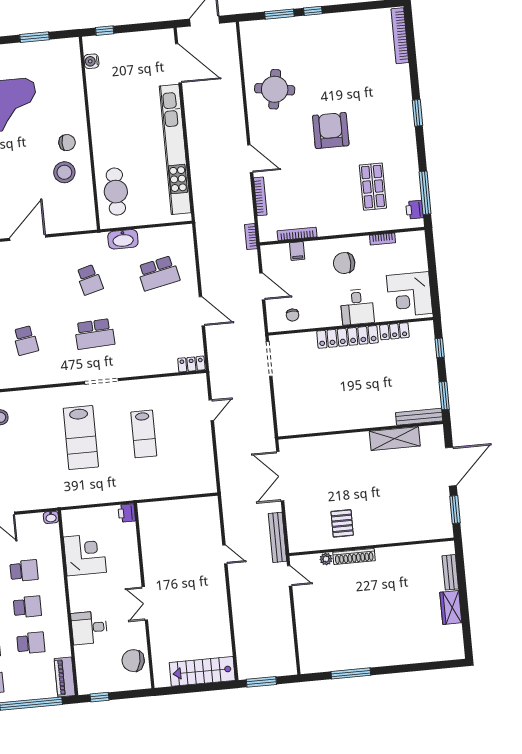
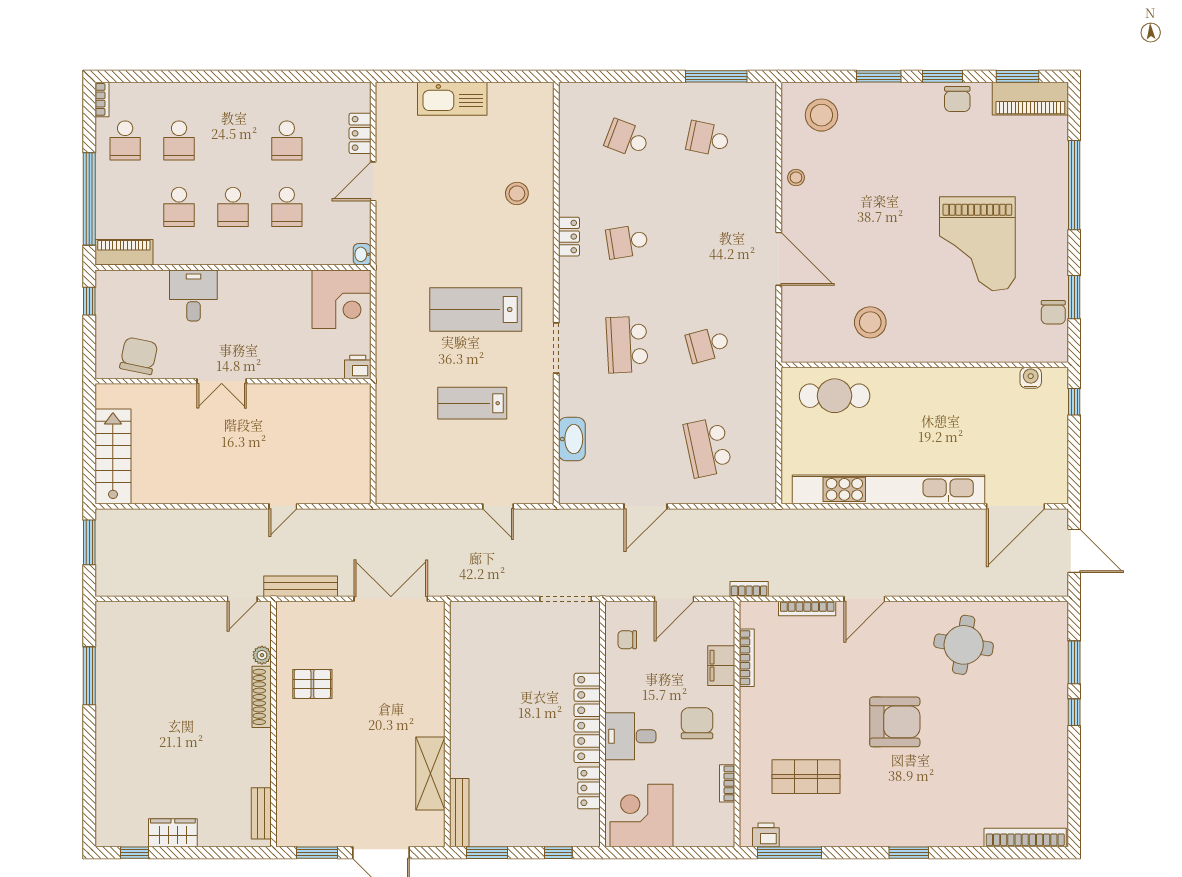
chair: (67, 143) -> (1053, 312), moved
washbasin: (123, 239) -> (572, 439), moved, turned 180
filing cabinet: (297, 251) -> (721, 666), width x2.00
locker: (191, 364) -> (569, 237), moved
corner desk: (85, 555) -> (341, 299), moved
bench: (450, 572) -> (261, 813), moved, turned 90
double door: (145, 603) -> (222, 381), swing flipped
window: (467, 632) -> (135, 853), added

